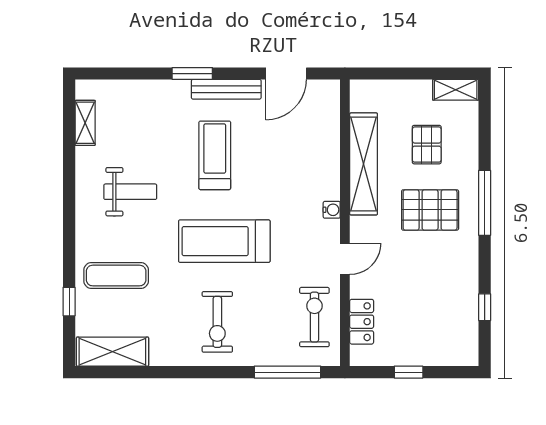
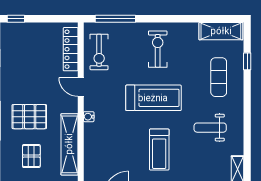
door: (345, 259) -> (81, 87), hinge flipped
exercise mat: (116, 276) -> (219, 77), turned 90
locker: (362, 322) -> (71, 49), width x1.53
window: (409, 372) -> (16, 19), moved

